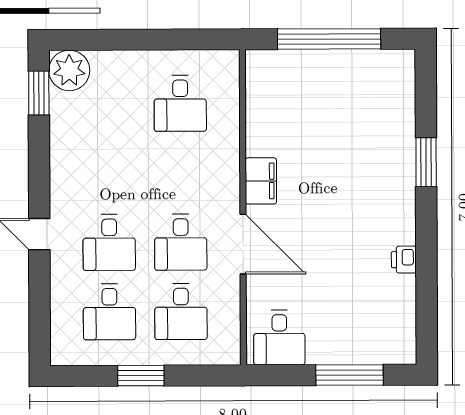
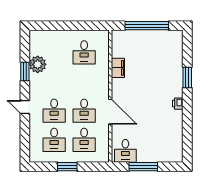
plant: (69, 70) -> (38, 64), moved
window: (39, 93) -> (25, 72), moved
filing cabinet: (261, 181) -> (118, 68), moved
printer: (404, 260) -> (178, 104), moved
window: (350, 375) -> (143, 167), moved

